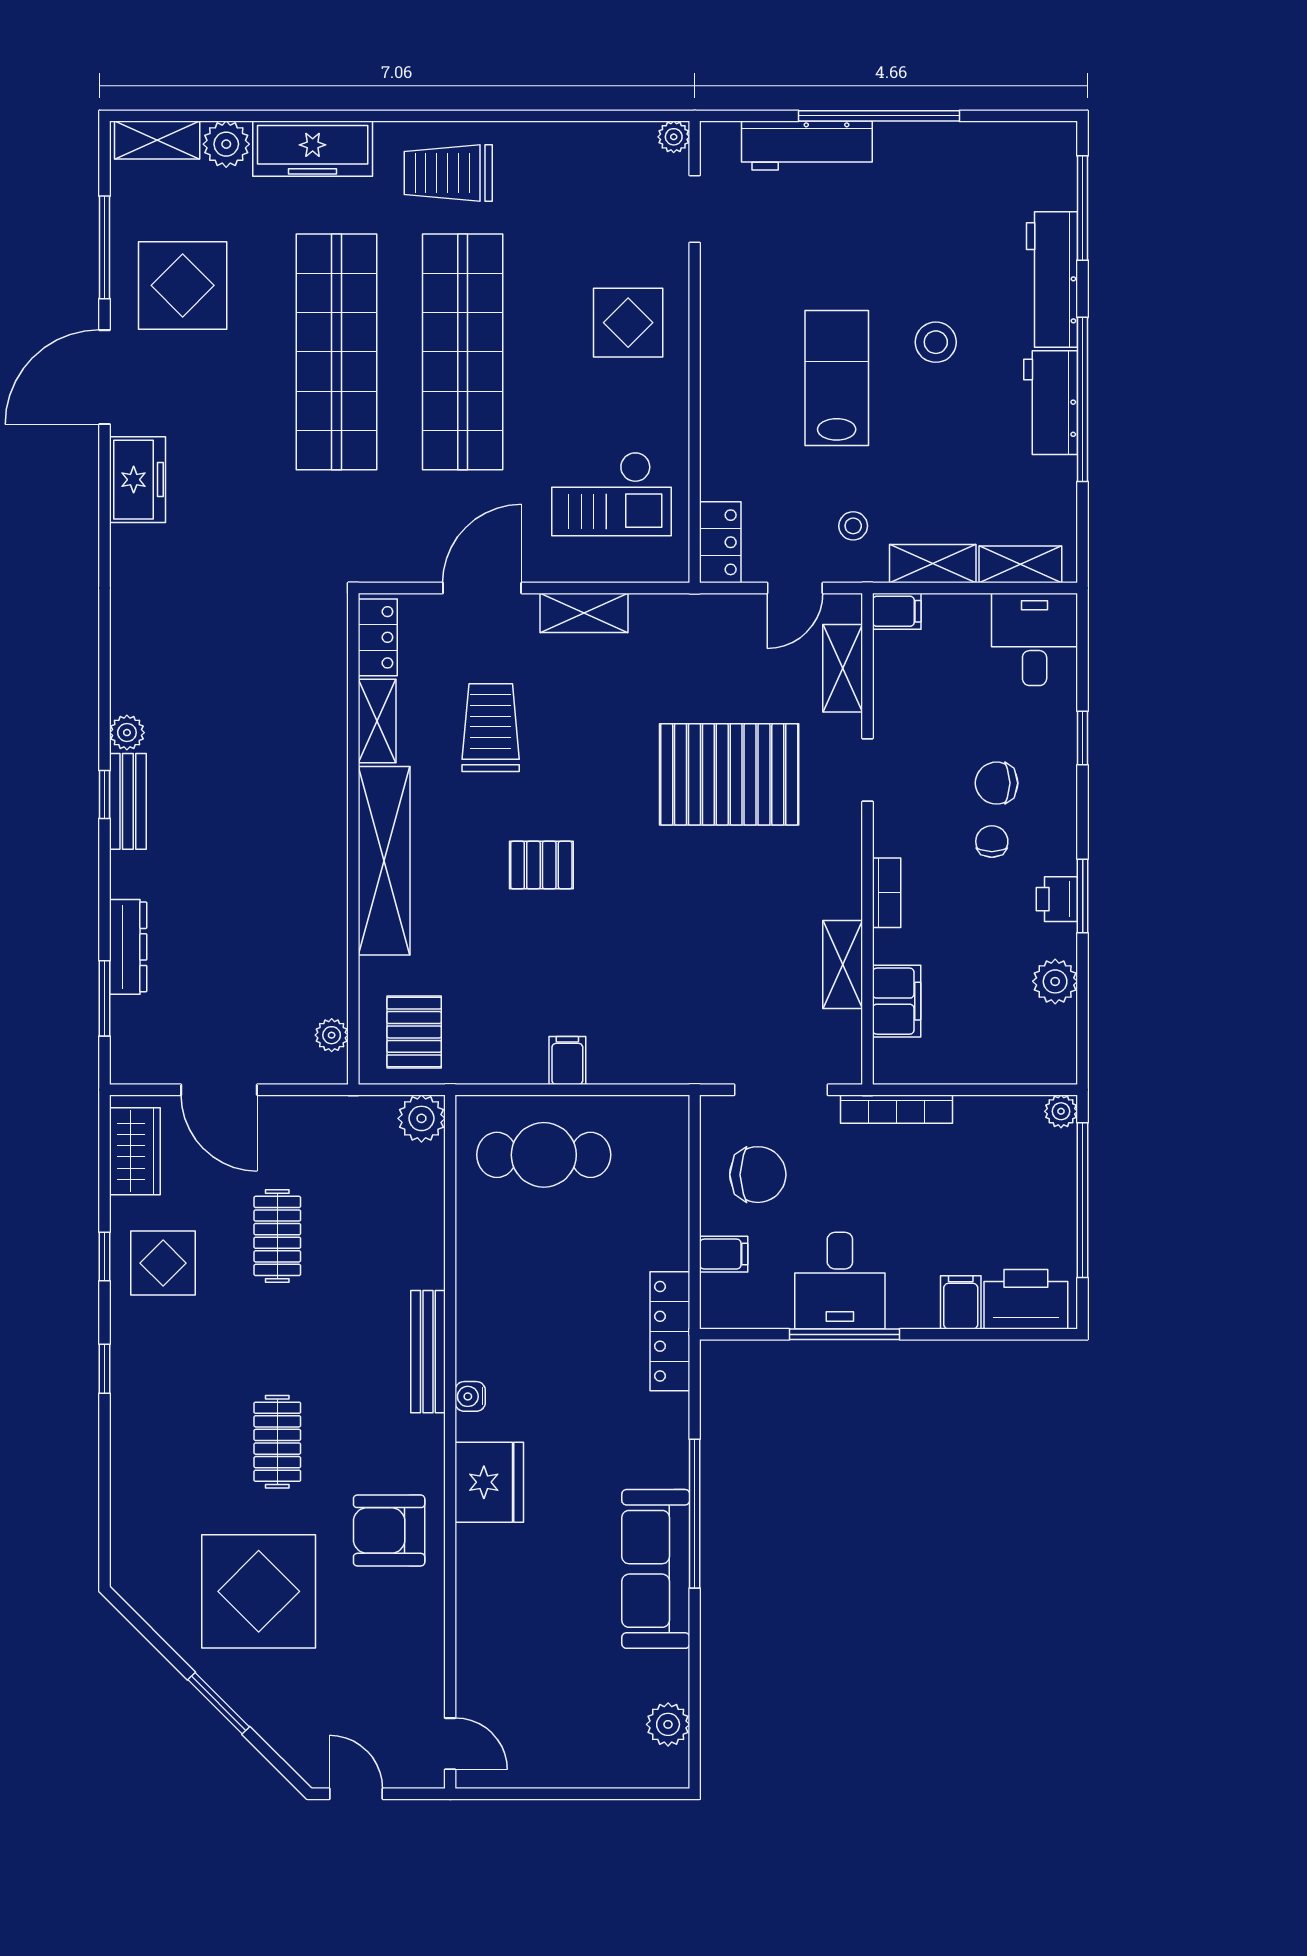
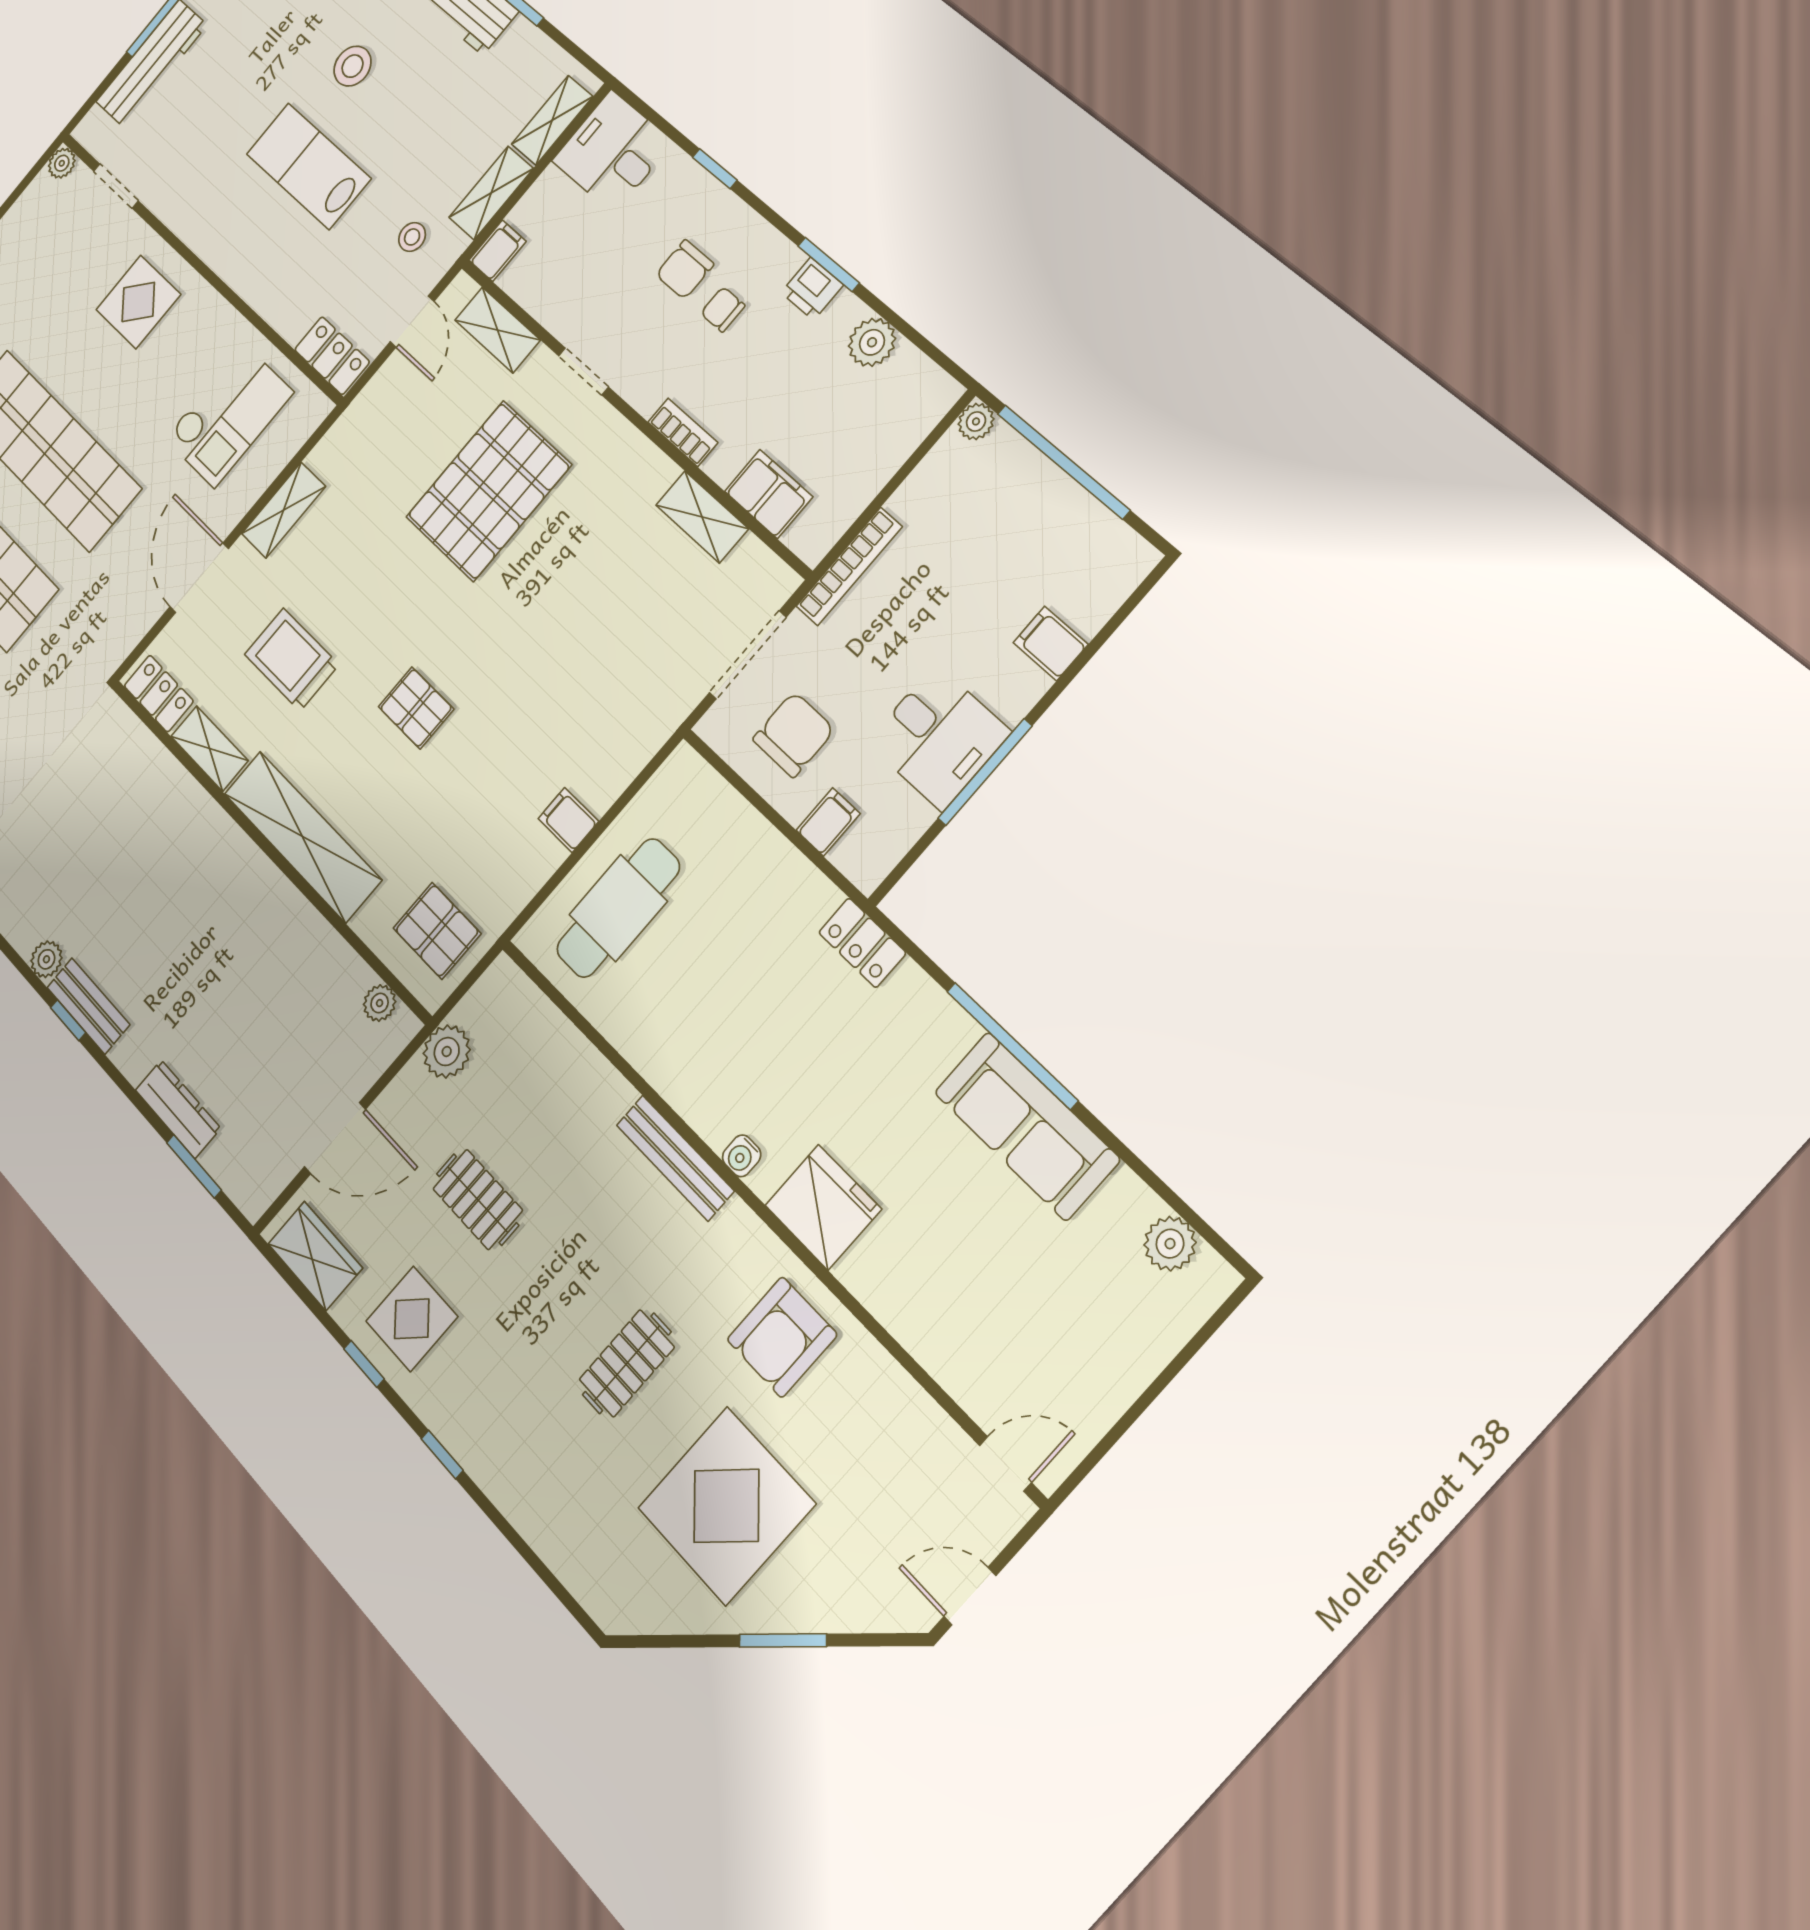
pallet: (541, 865) -> (416, 708), turned 90
plant: (421, 1118) -> (447, 1052), moved
printer: (1026, 1299) -> (1099, 582), removed
locker: (670, 1331) -> (862, 943), width x0.66
clothes rail: (277, 1442) -> (627, 1363), turned 90

